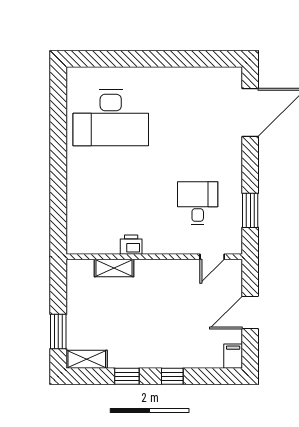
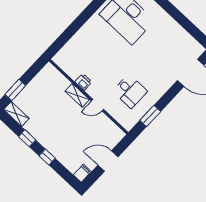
desk: (198, 203) -> (130, 91), turned 90
door: (212, 257) -> (98, 105), moved
shelving: (114, 268) -> (77, 95), moved

